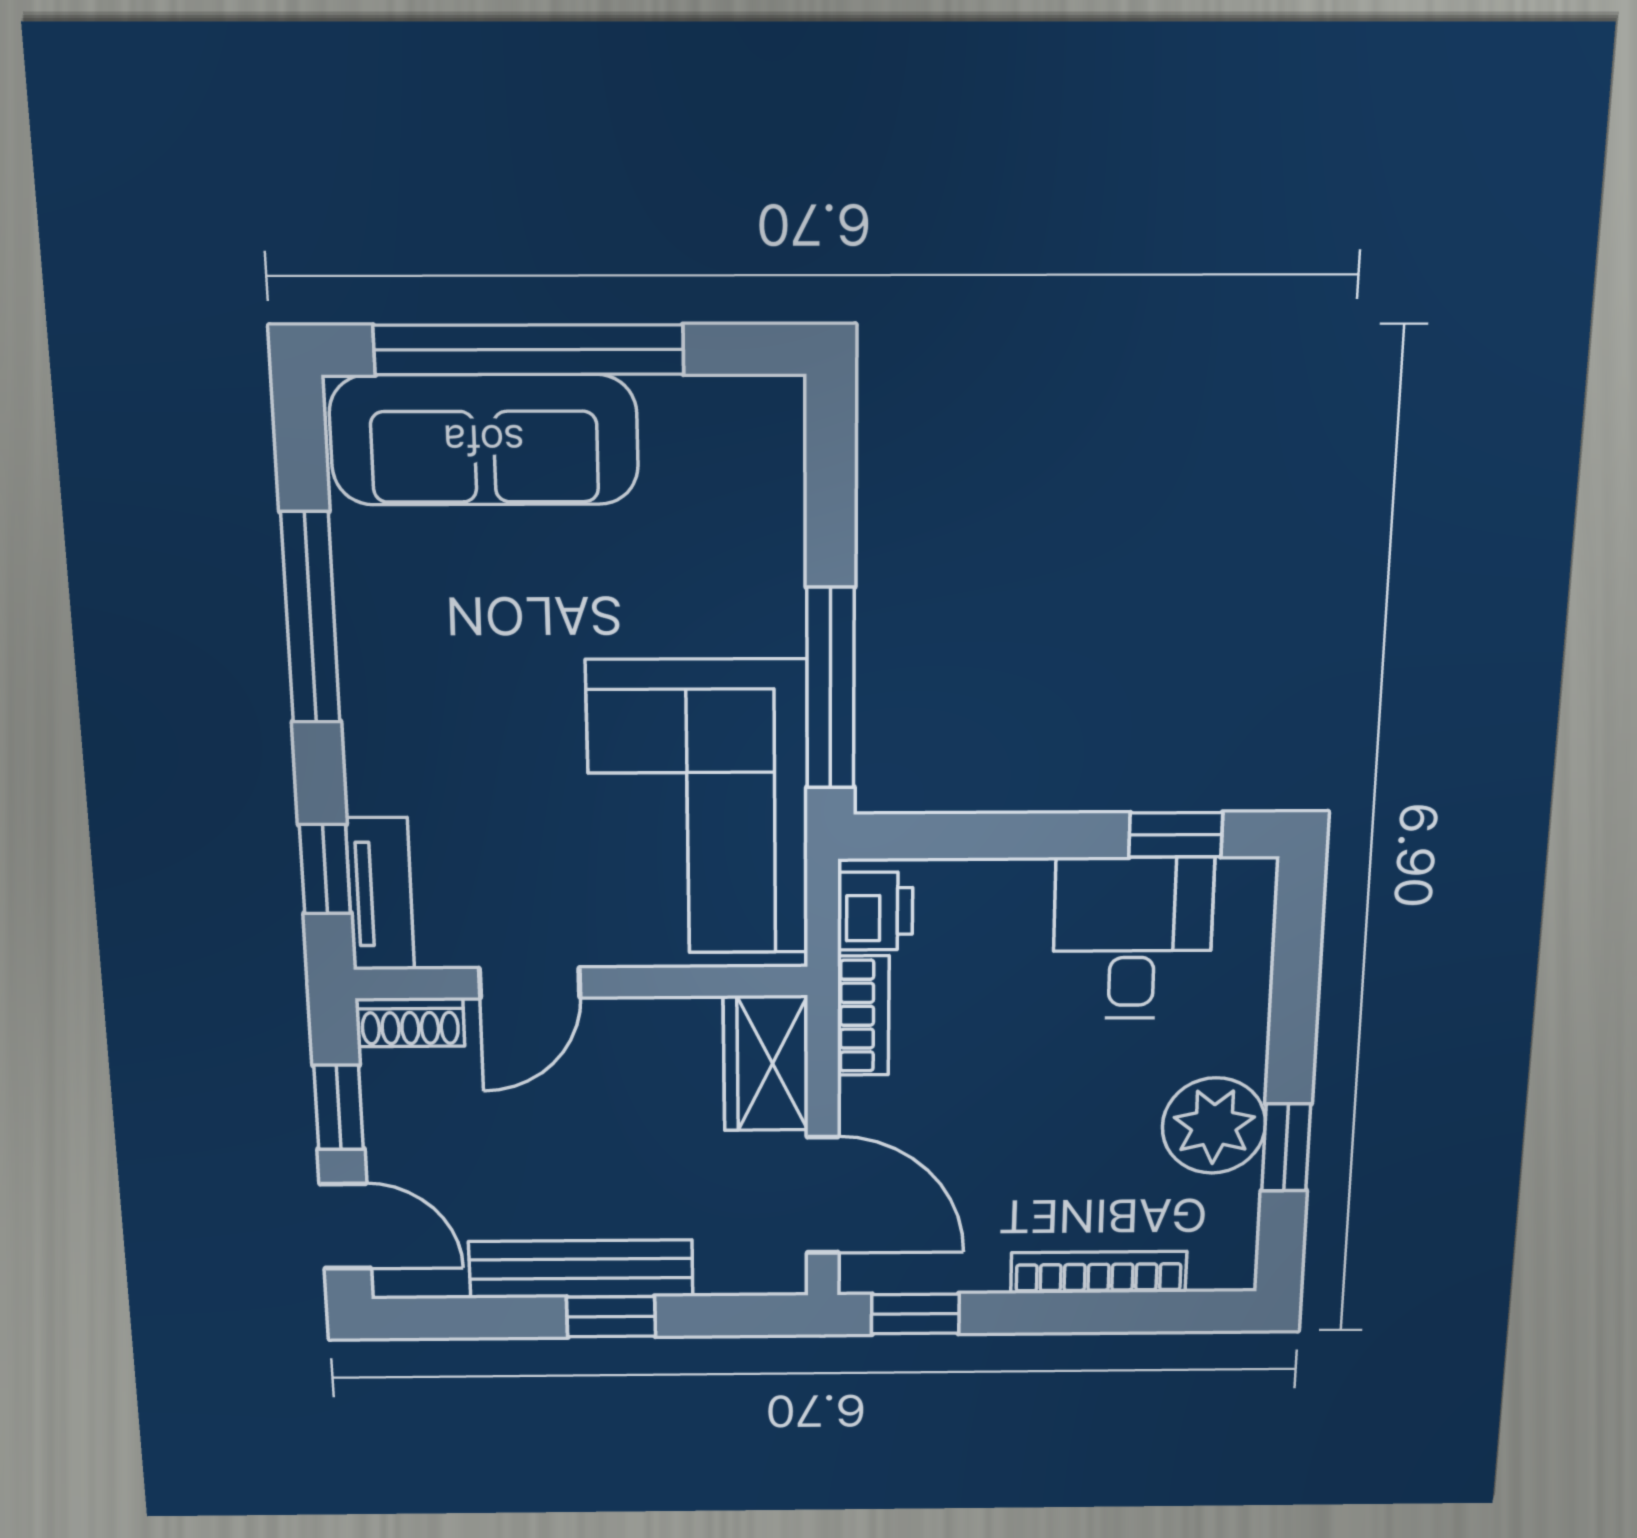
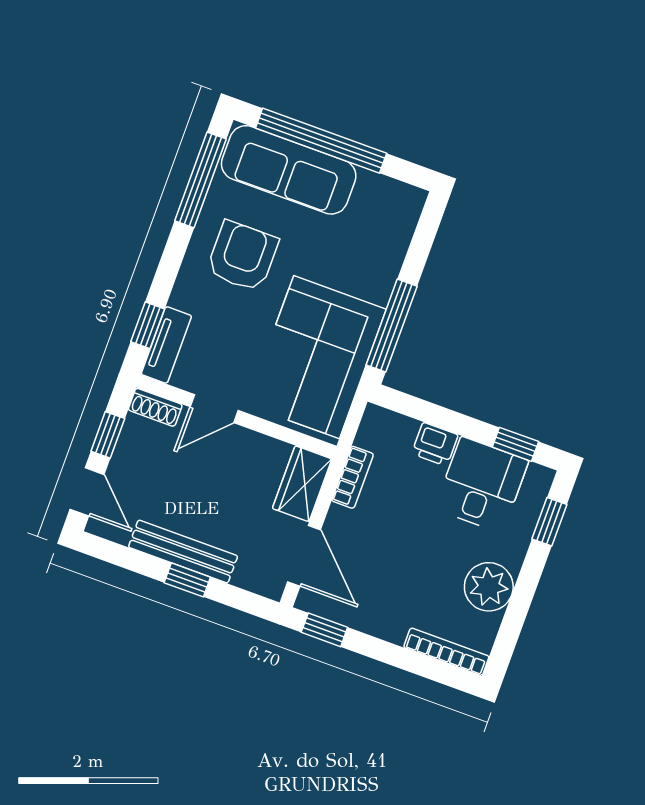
window: (311, 618) -> (201, 180), moved
armchair: (461, 659) -> (242, 256), added
printer: (875, 911) -> (435, 444), moved, turned 90
window: (1286, 1147) -> (549, 522), moved
bookcase: (1099, 1272) -> (446, 652), moved

